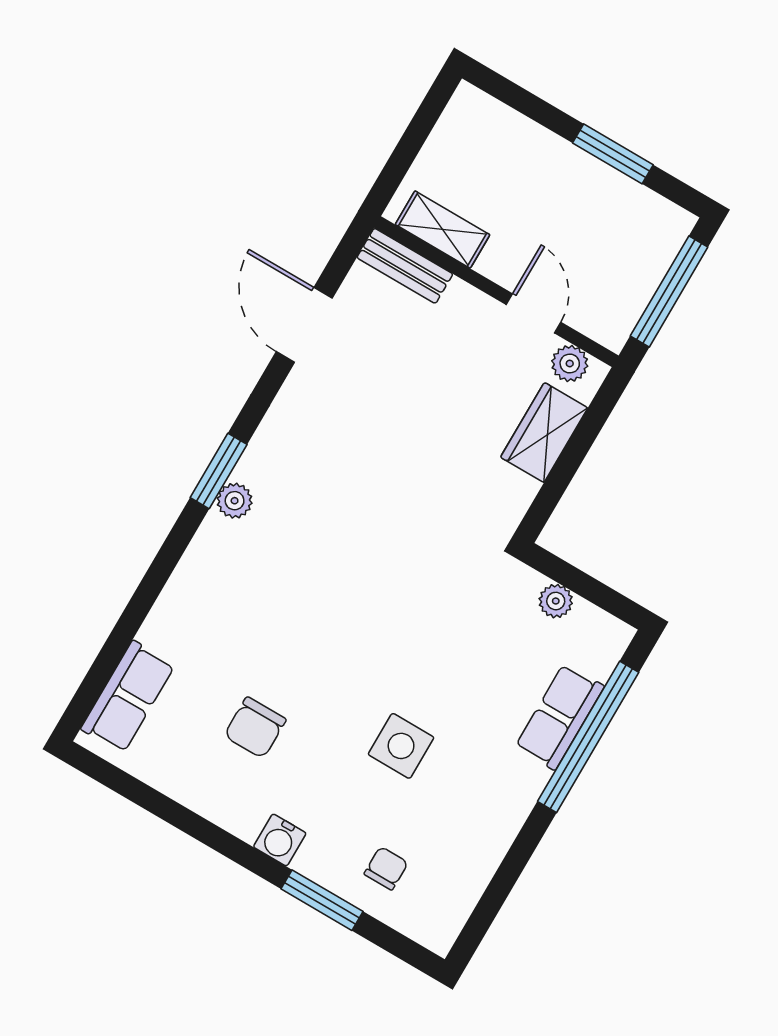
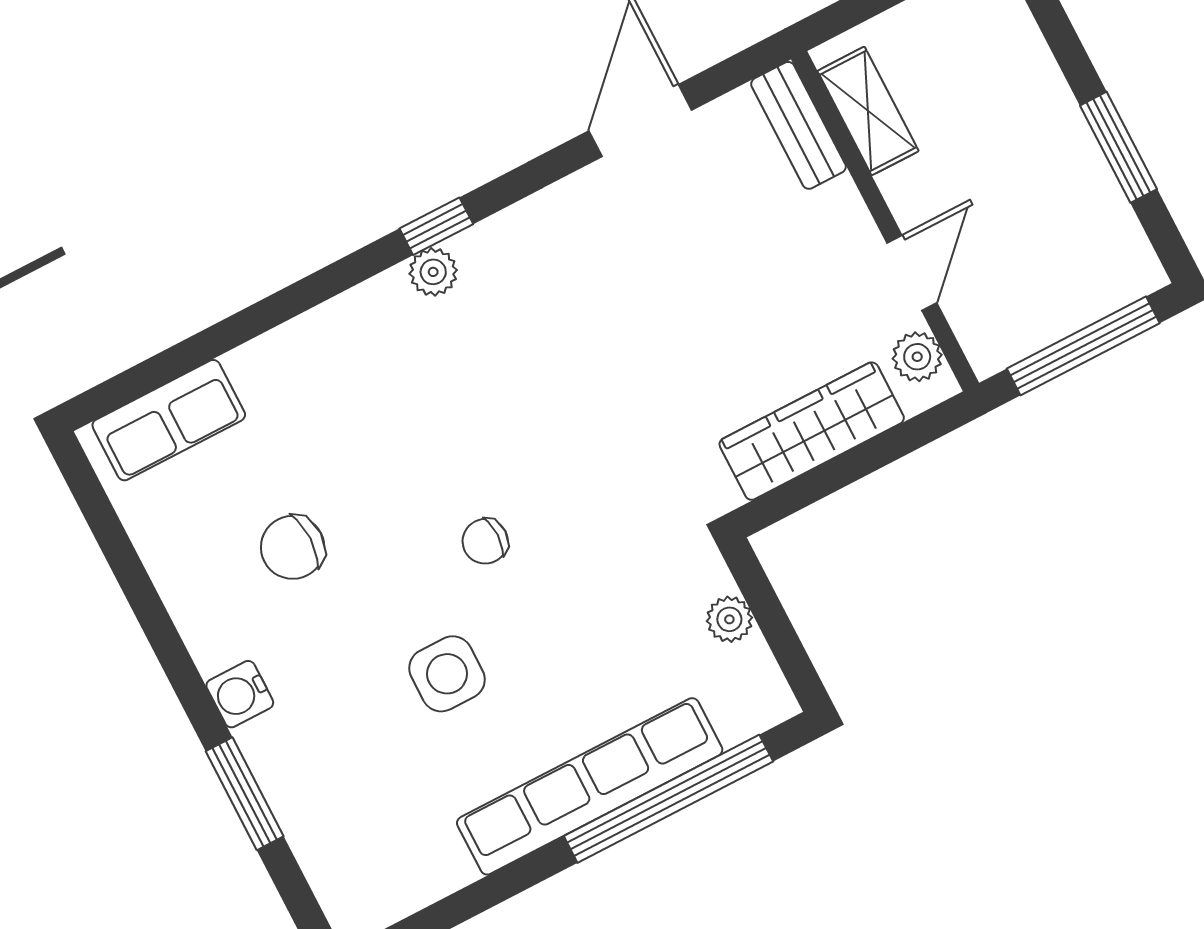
wardrobe: (544, 433) -> (812, 431), width x1.50
window: (219, 471) -> (436, 226), width x0.67
row of seats: (560, 717) -> (590, 786), width x2.02
chair: (386, 868) -> (485, 541), moved, turned 180

